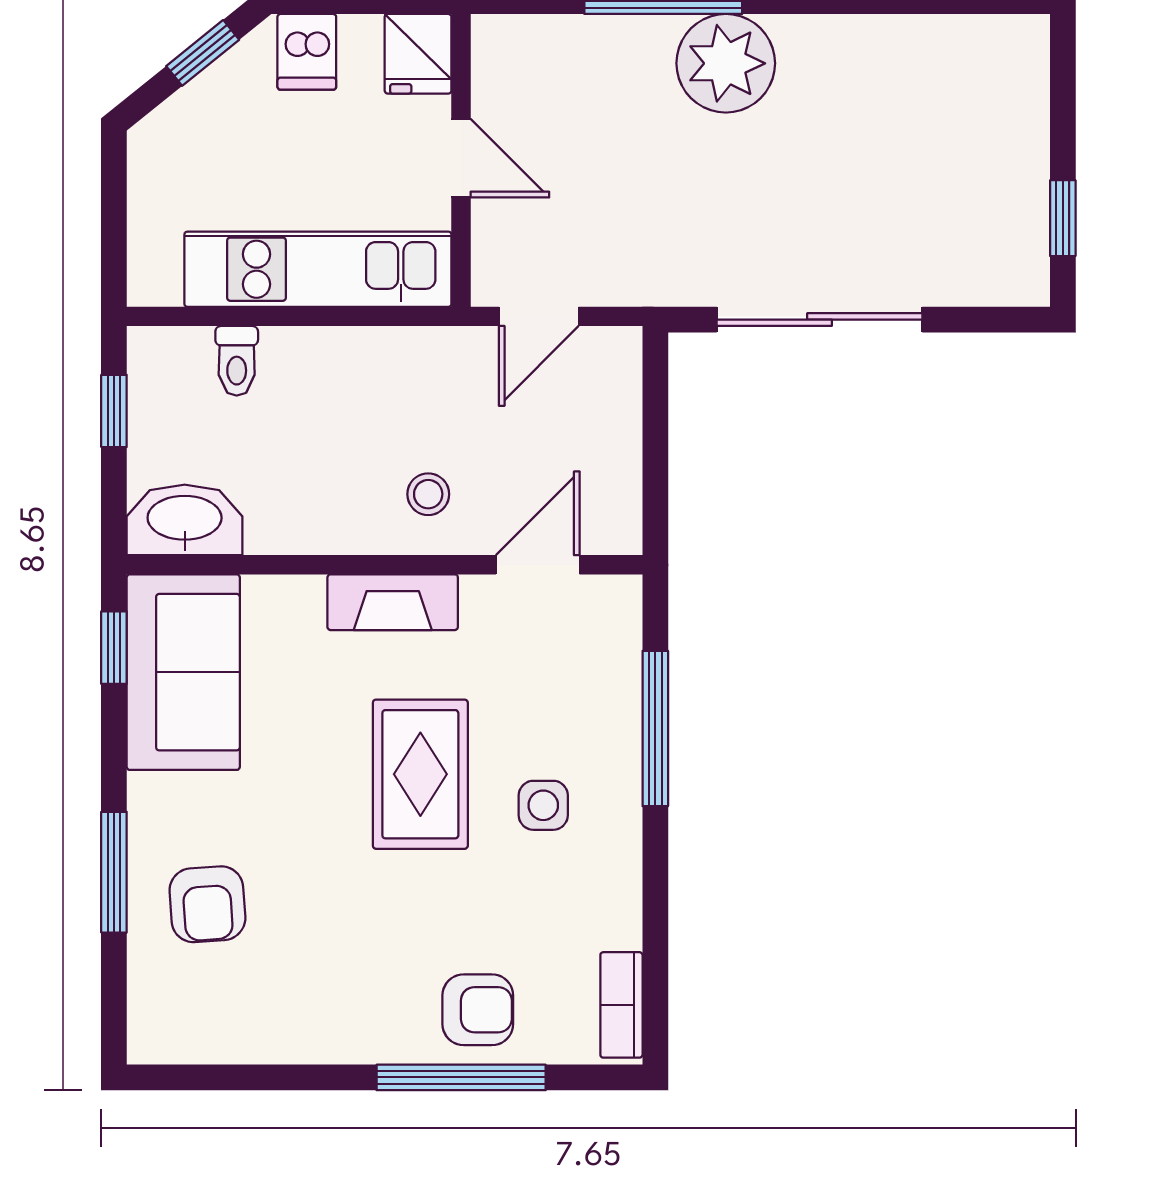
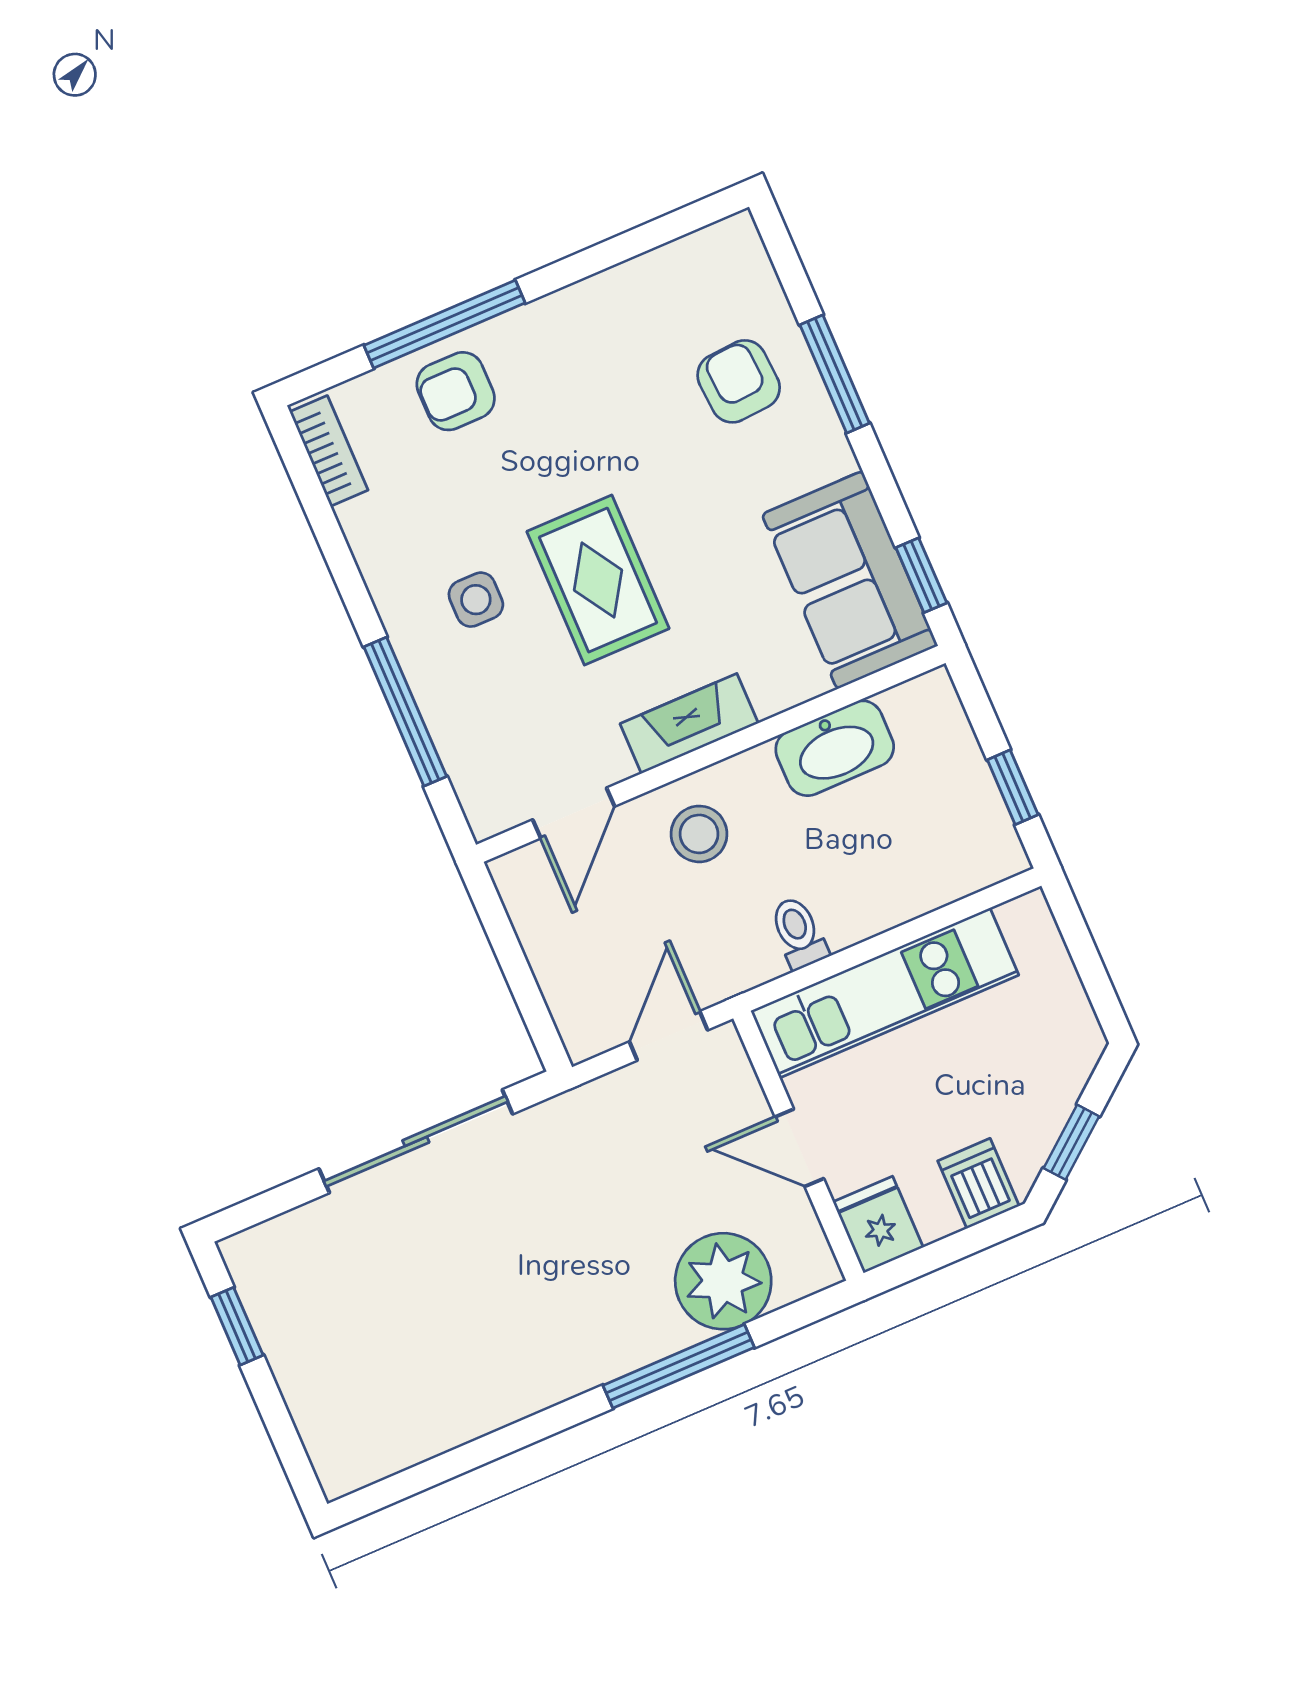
plant: (726, 63) -> (723, 1281), moved
toilet: (237, 361) -> (798, 933), moved
stool: (428, 494) -> (699, 834), width x1.37, depth x1.37
washbasin: (185, 520) -> (835, 748), moved

